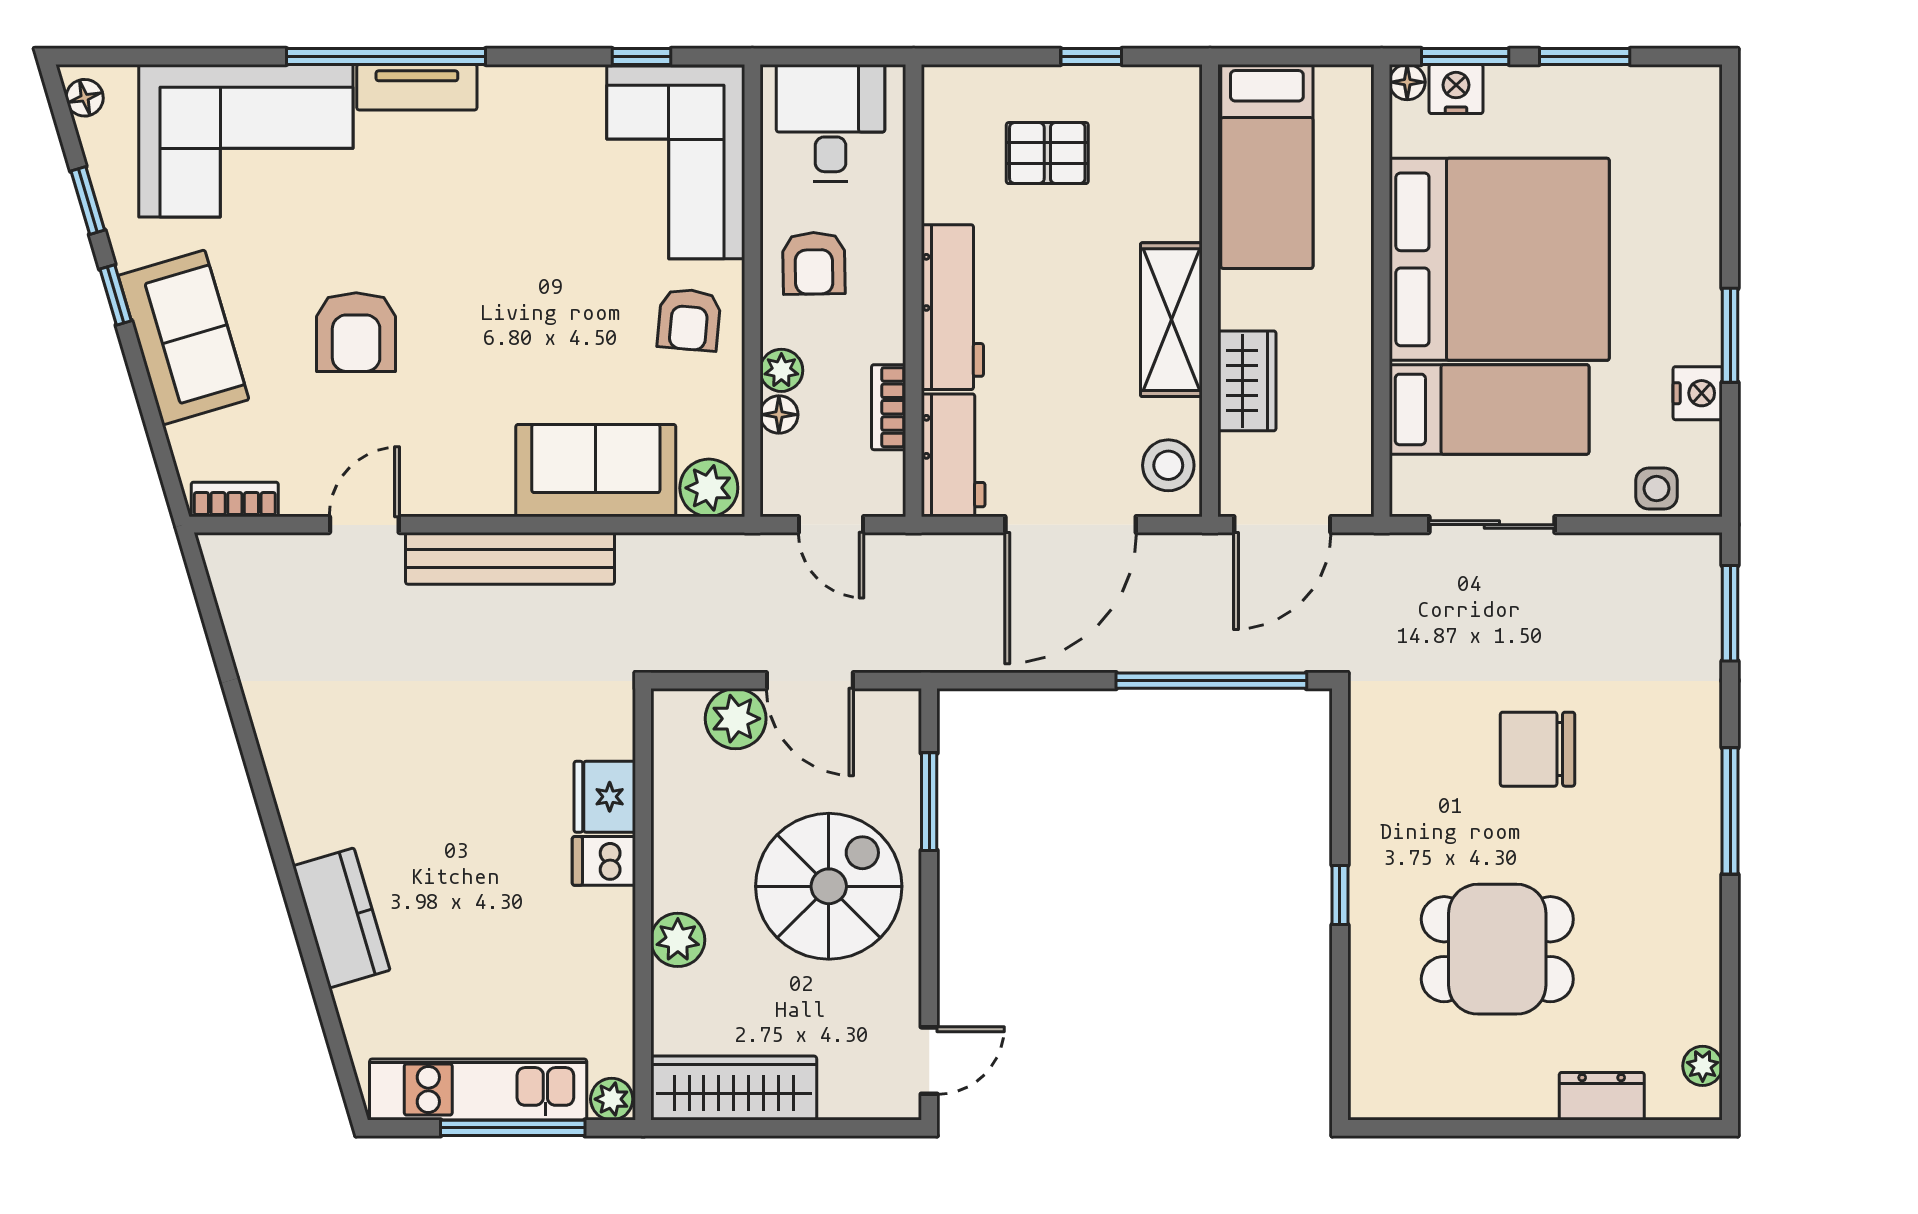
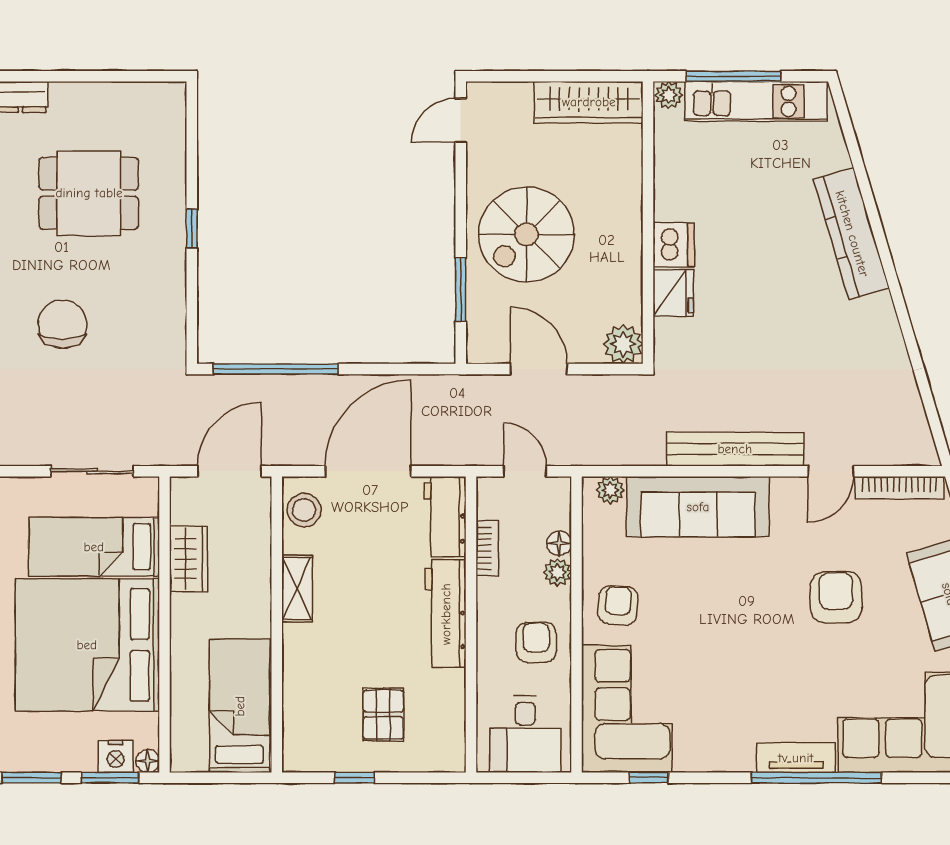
pallet: (1047, 153) -> (383, 715), turned 90
shelving: (1171, 320) -> (297, 589), width x0.67, depth x0.75
wardrobe: (1247, 381) -> (189, 559), moved, turned 180
sofa: (596, 471) -> (698, 507), width x1.36
plant: (709, 488) -> (610, 490), width x0.73, depth x0.73
bookcase: (235, 499) -> (899, 488), width x1.56
plant: (736, 719) -> (623, 344), moved
chair: (1537, 749) -> (62, 324), turned -90
dishwasher: (604, 861) -> (674, 245), width x1.38
kitchen counter: (341, 918) -> (852, 234), width x1.50
plant: (678, 940) -> (625, 199), removed

